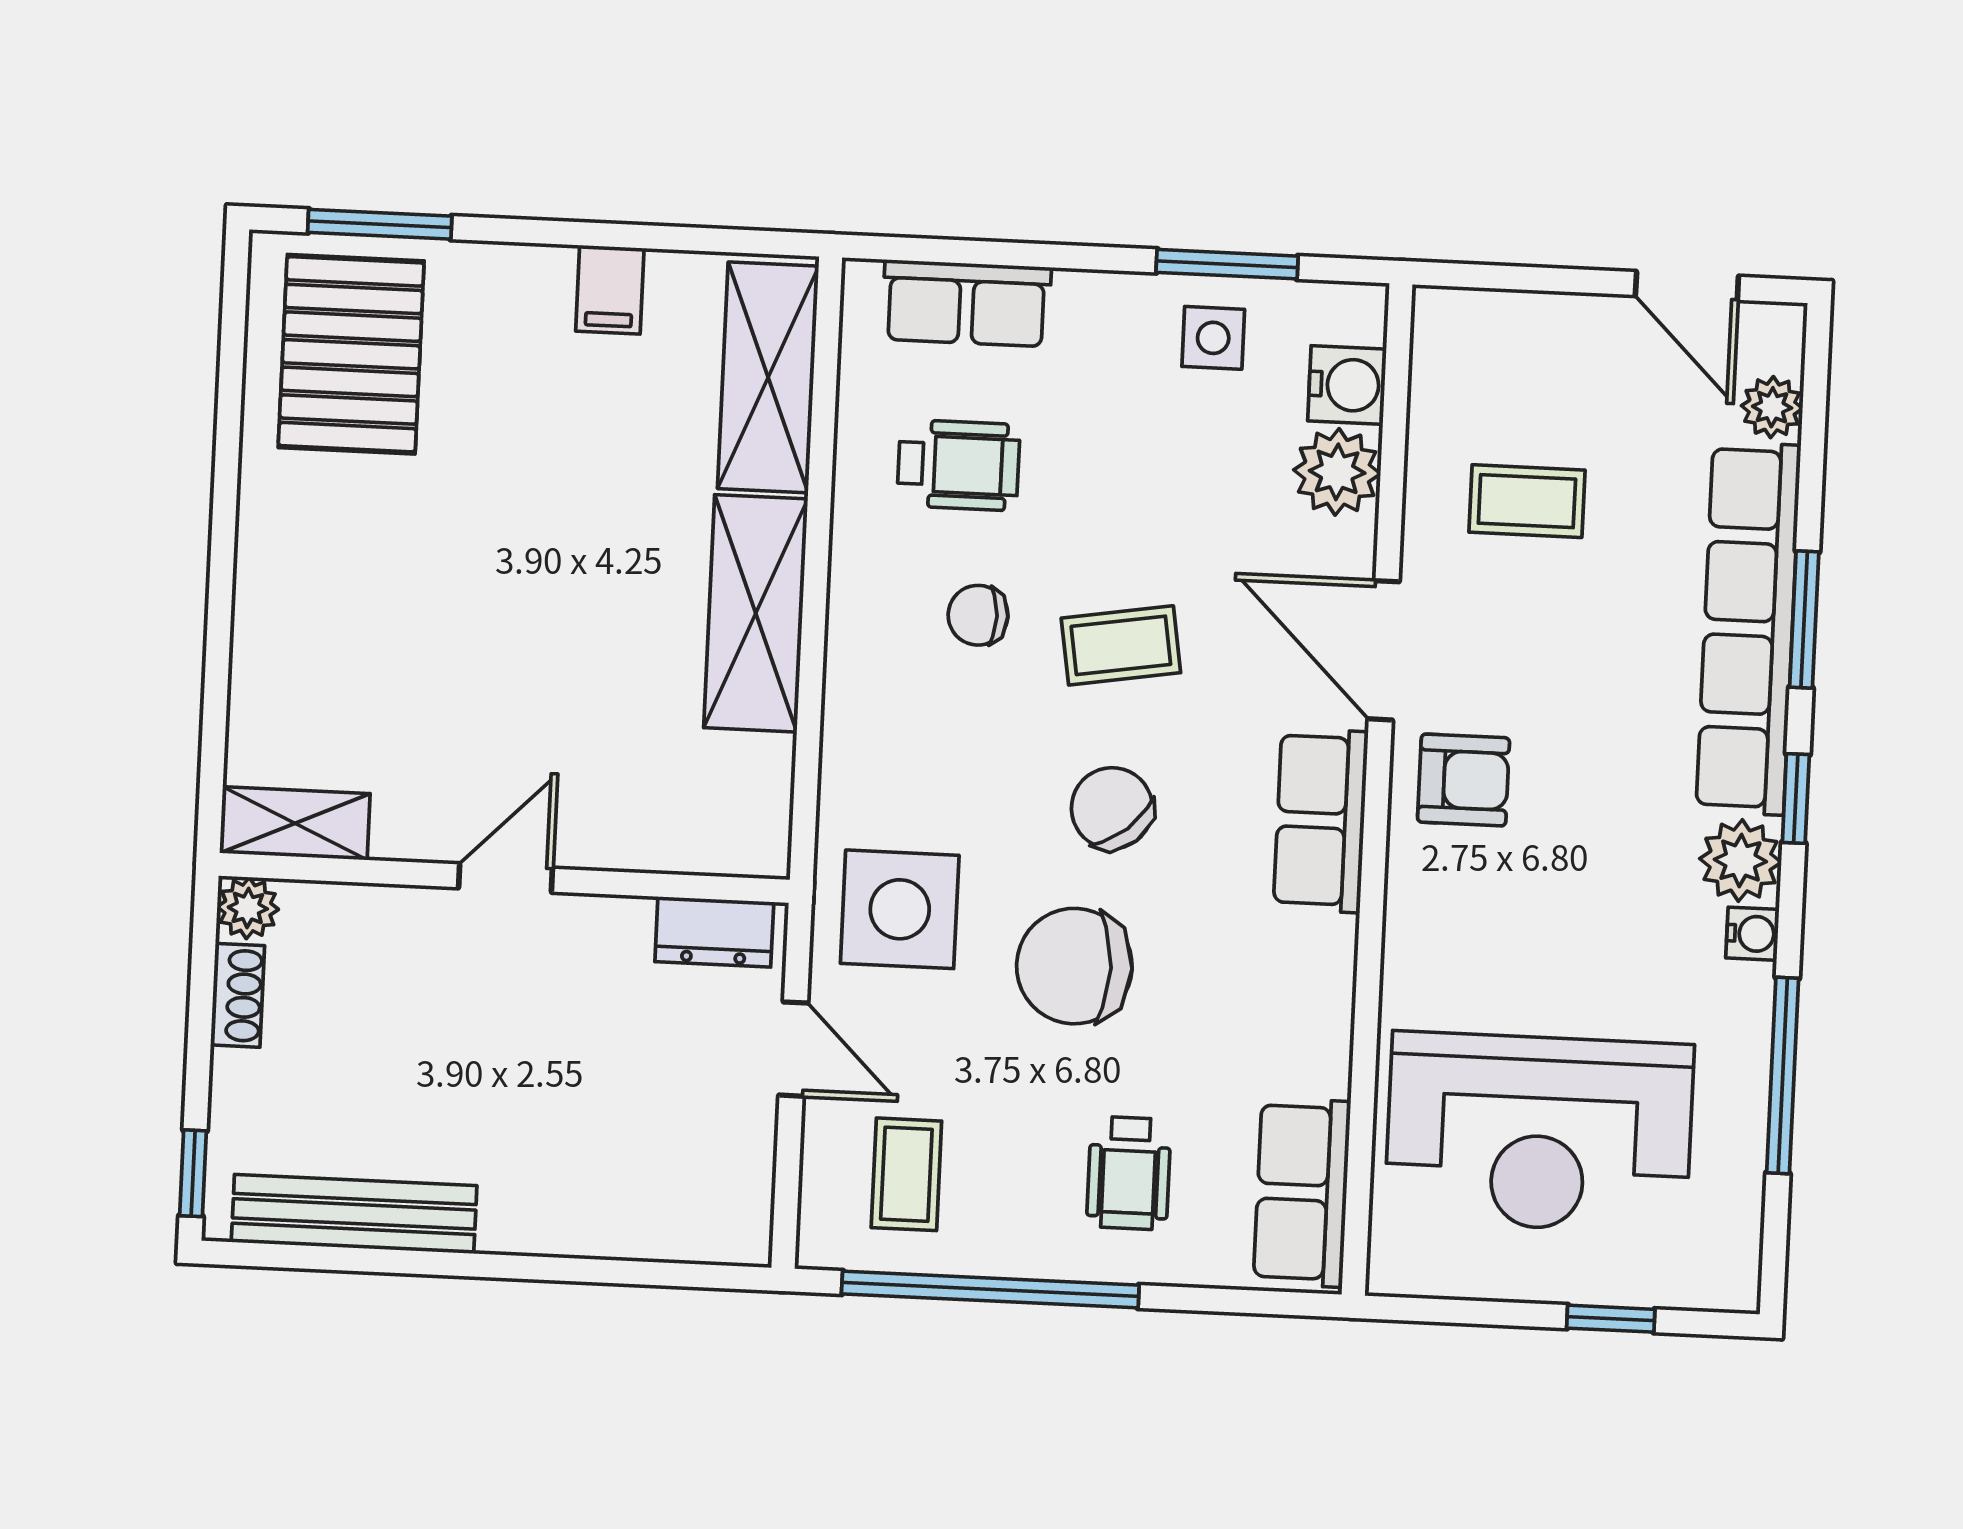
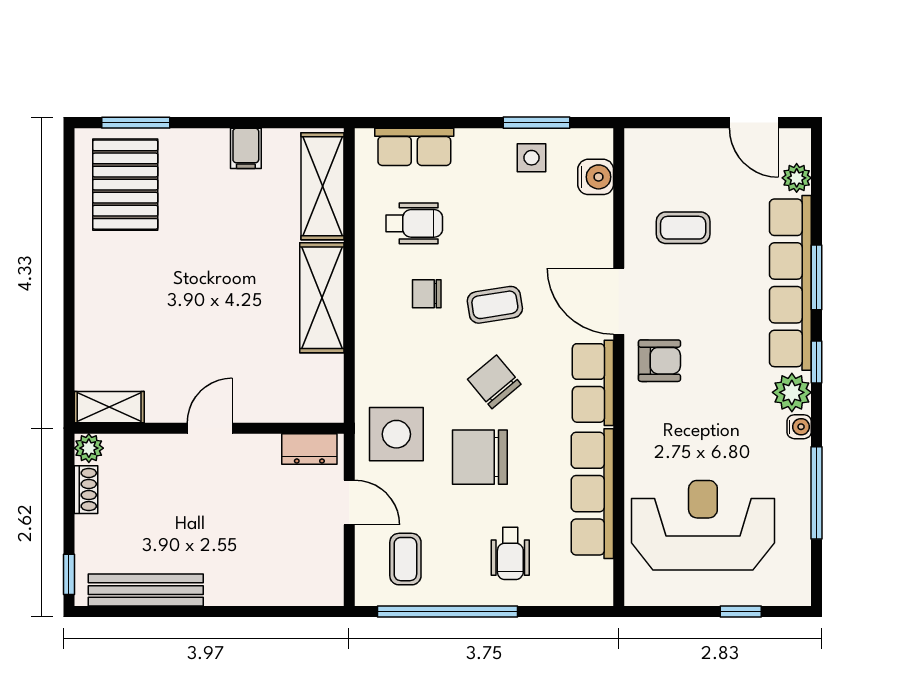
plant: (1337, 472) -> (593, 218), removed
reception desk: (1539, 1132) -> (703, 525), turned 180
row of seats: (1302, 1193) -> (592, 494), moved, width x1.48

